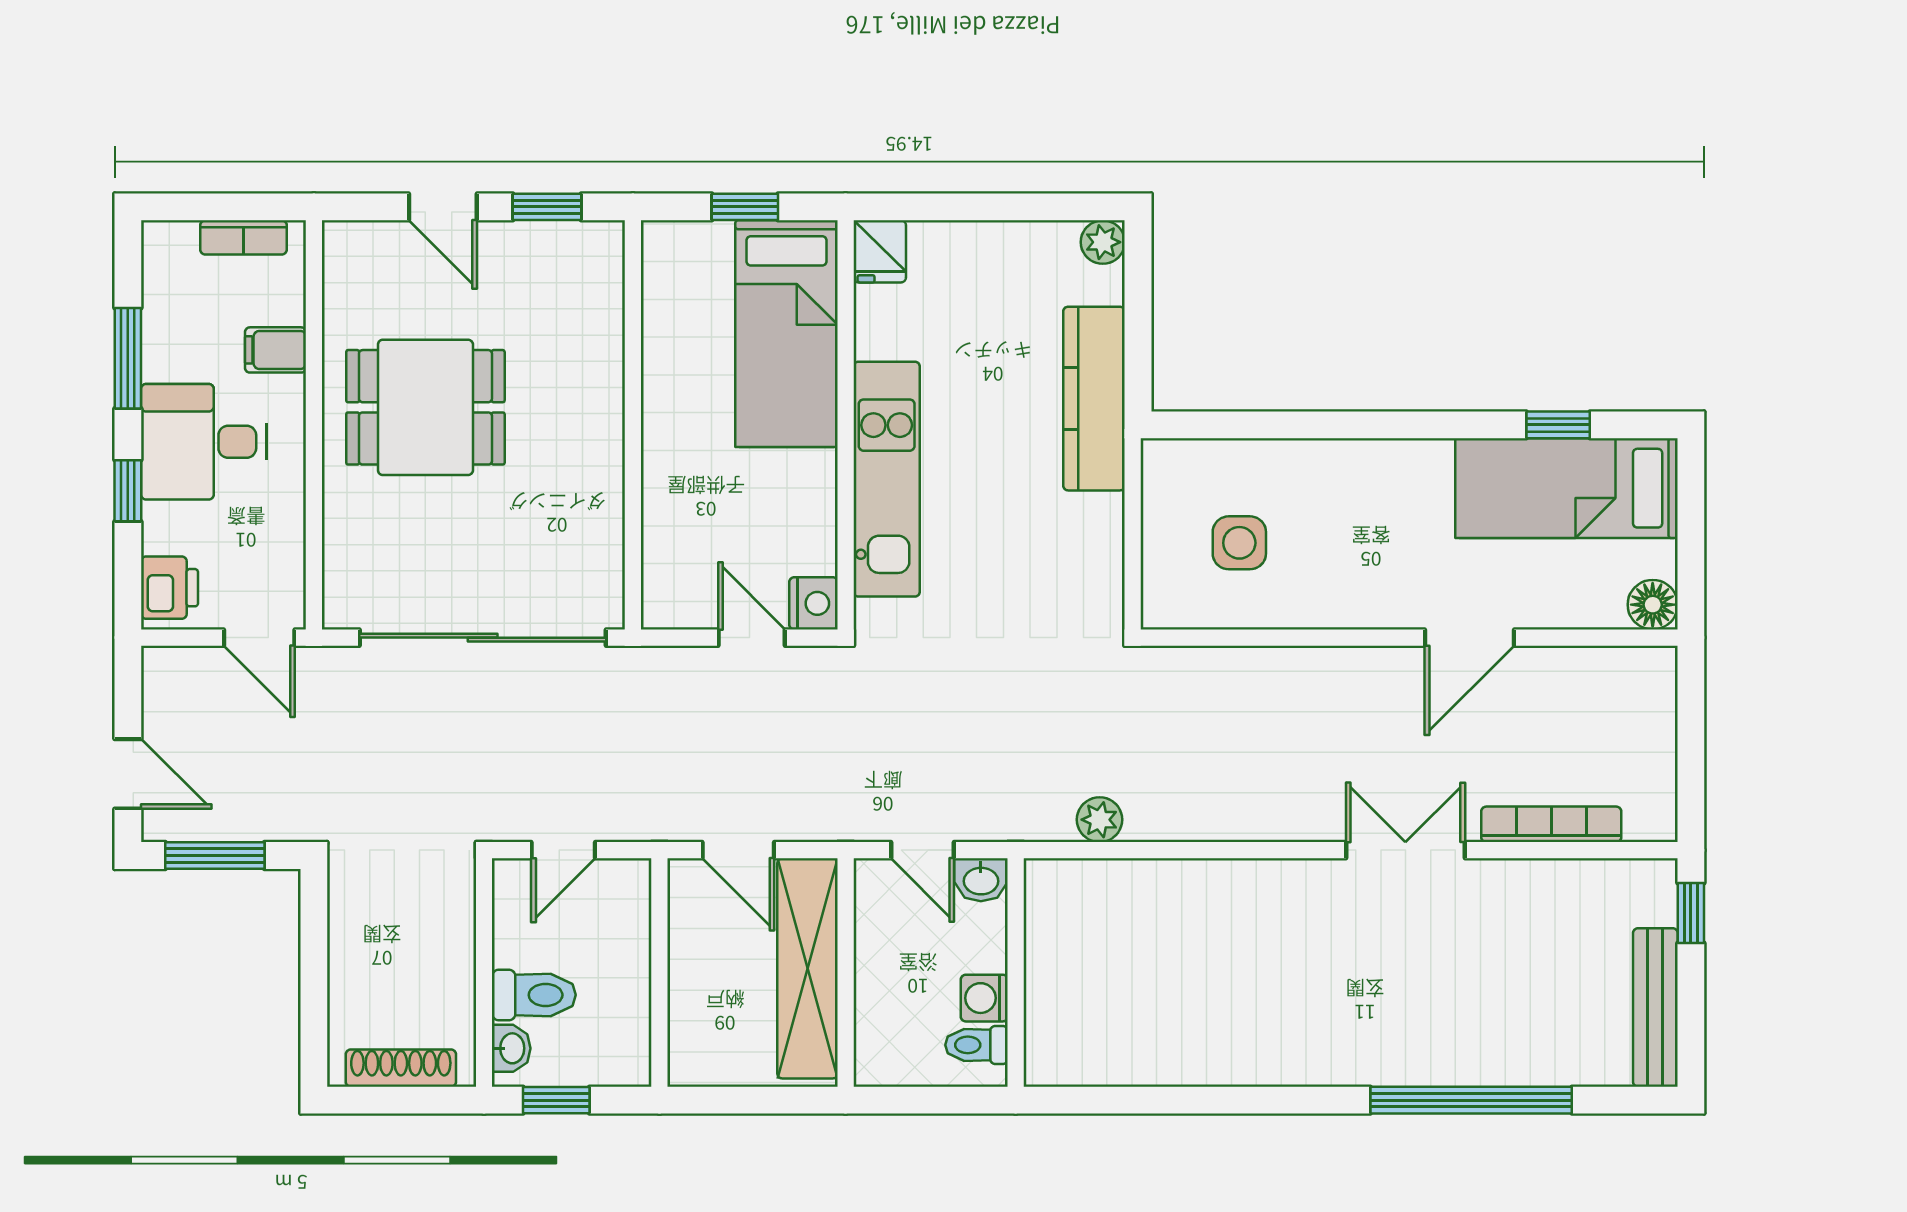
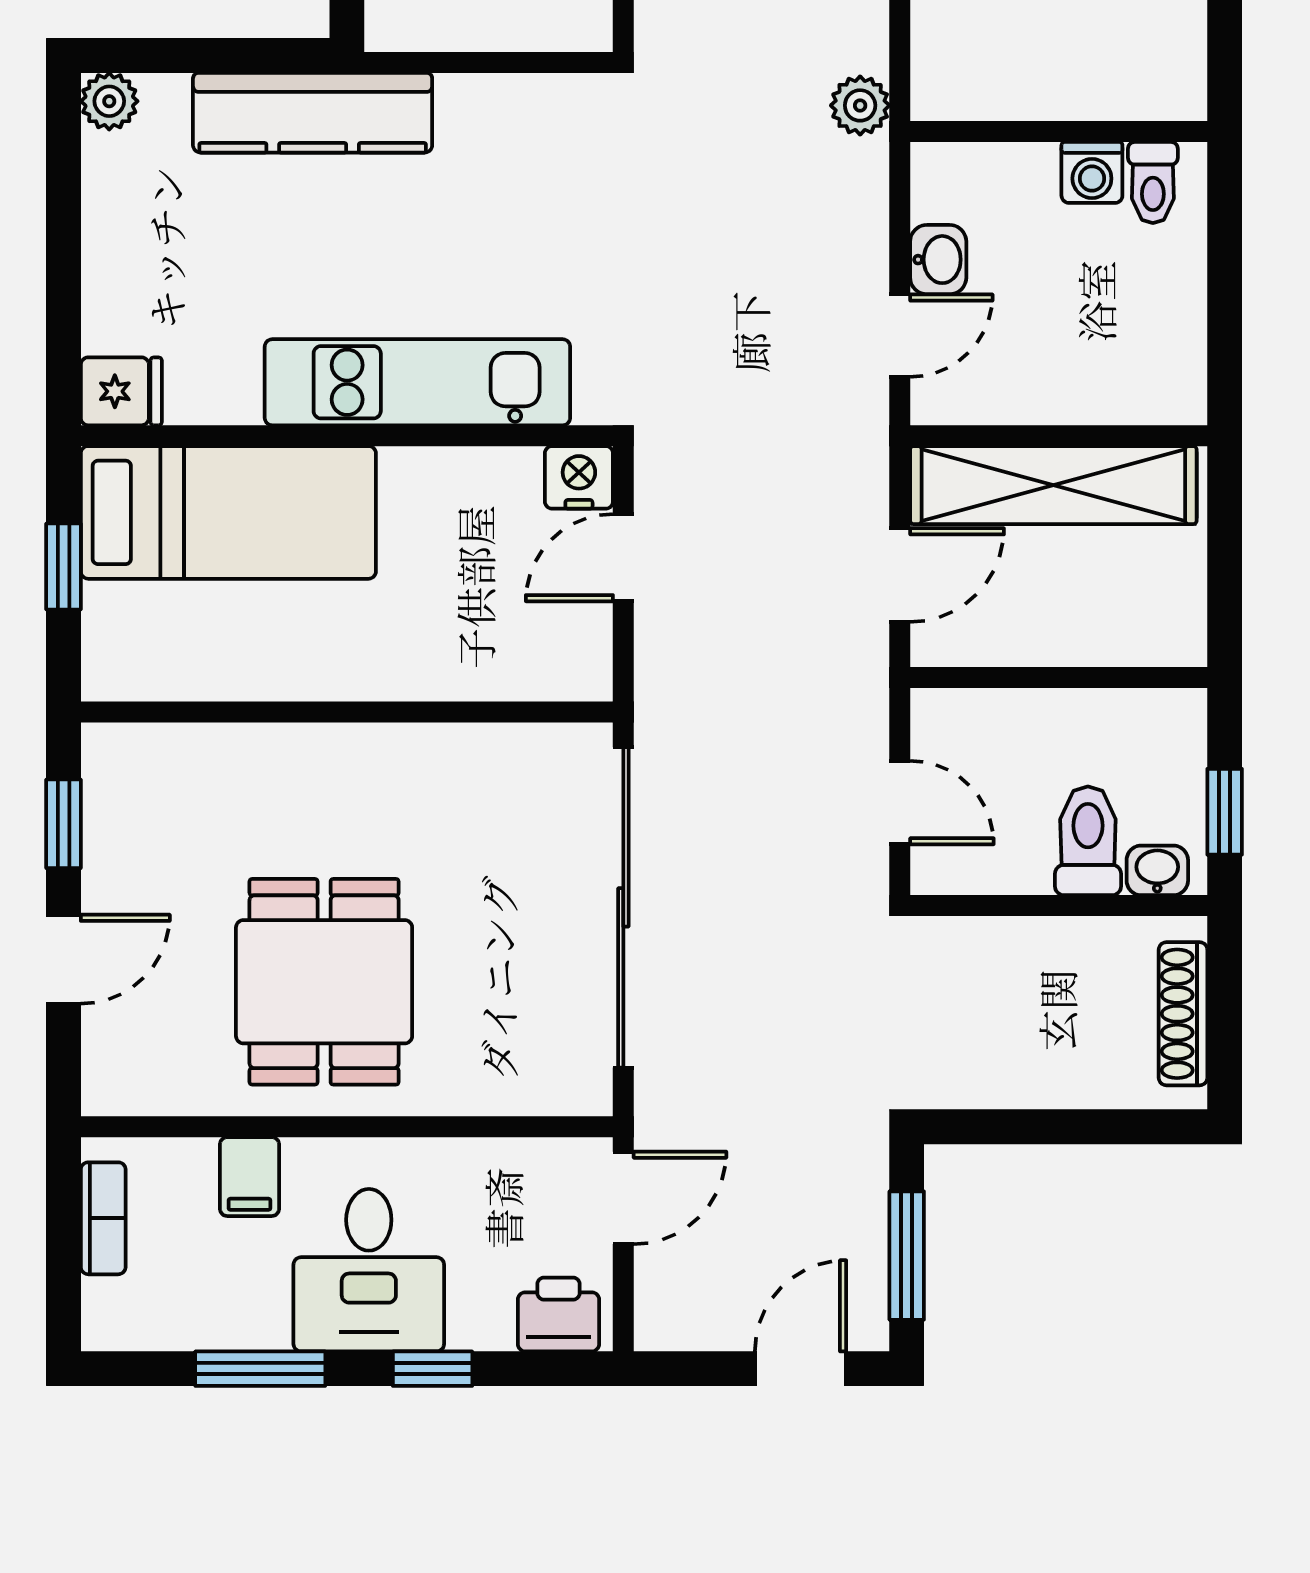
wall: (1016, 973) -> (1059, 132), moved
washing machine: (984, 998) -> (1092, 172), moved
toilet: (976, 1045) -> (1153, 182), moved

